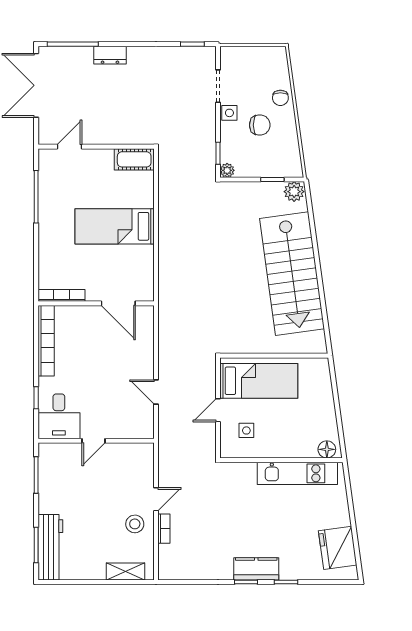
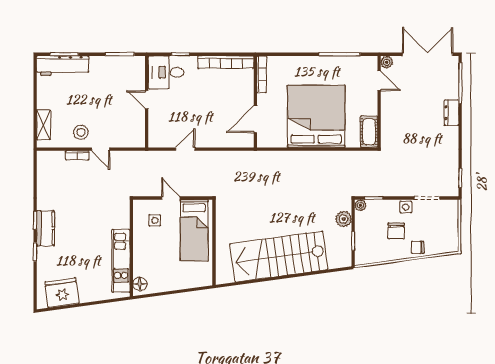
plant: (46, 137) -> (387, 62), added
plant: (294, 192) -> (344, 219), moved
bed: (115, 226) -> (316, 116), width x2.04

